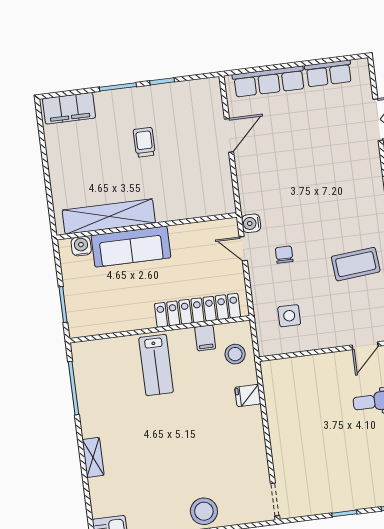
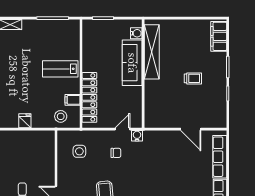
fridge: (248, 396) -> (25, 121), moved

